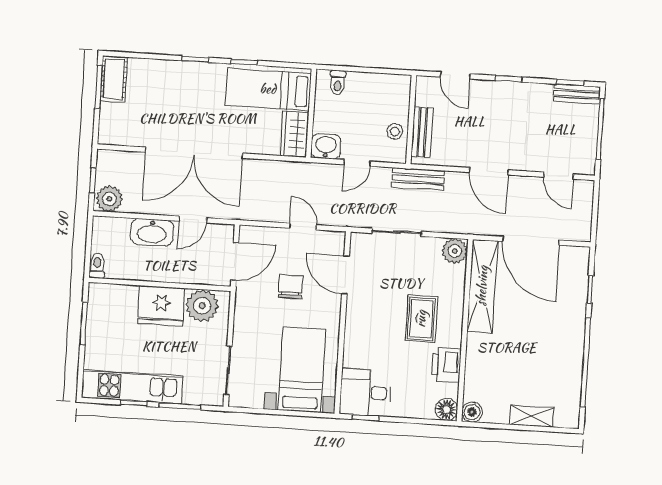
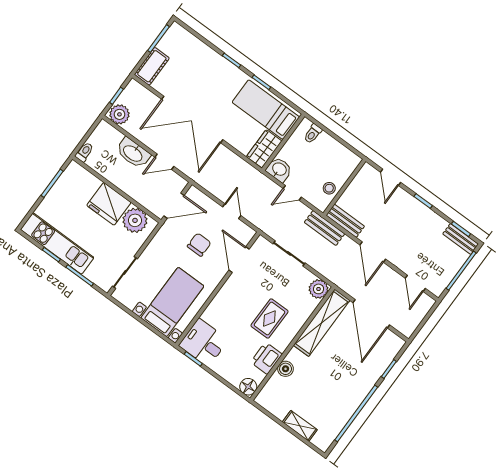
cot: (114, 79) -> (152, 66), moved
bench: (422, 132) -> (345, 221), moved, turned 90
boiler: (472, 412) -> (286, 369), moved

